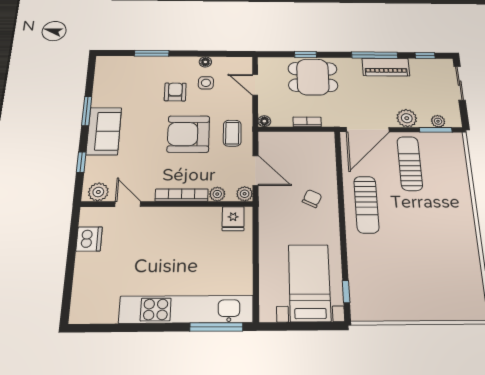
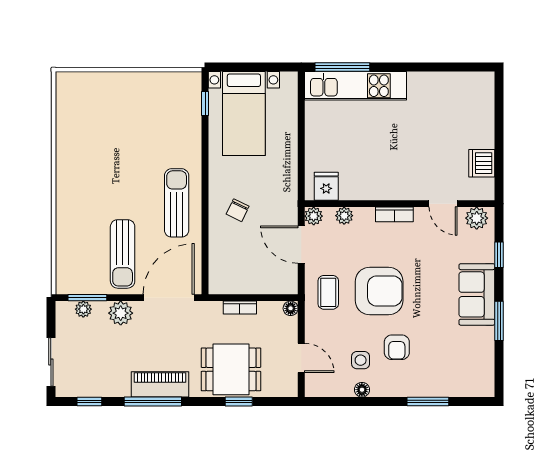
piano: (386, 67) -> (160, 384), moved
bookcase: (182, 195) -> (394, 214), width x0.64
kitchen unit: (186, 309) -> (355, 86), width x0.73

